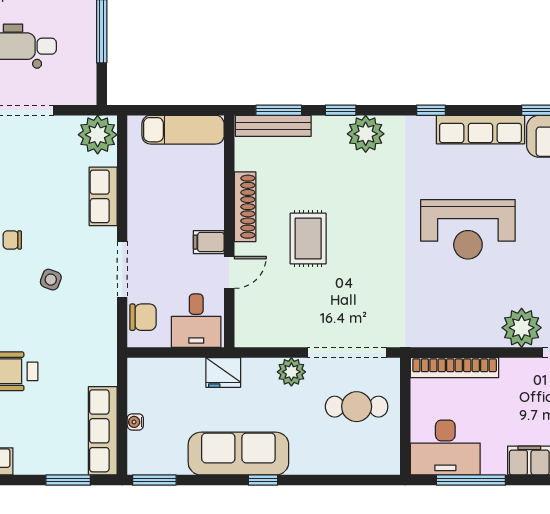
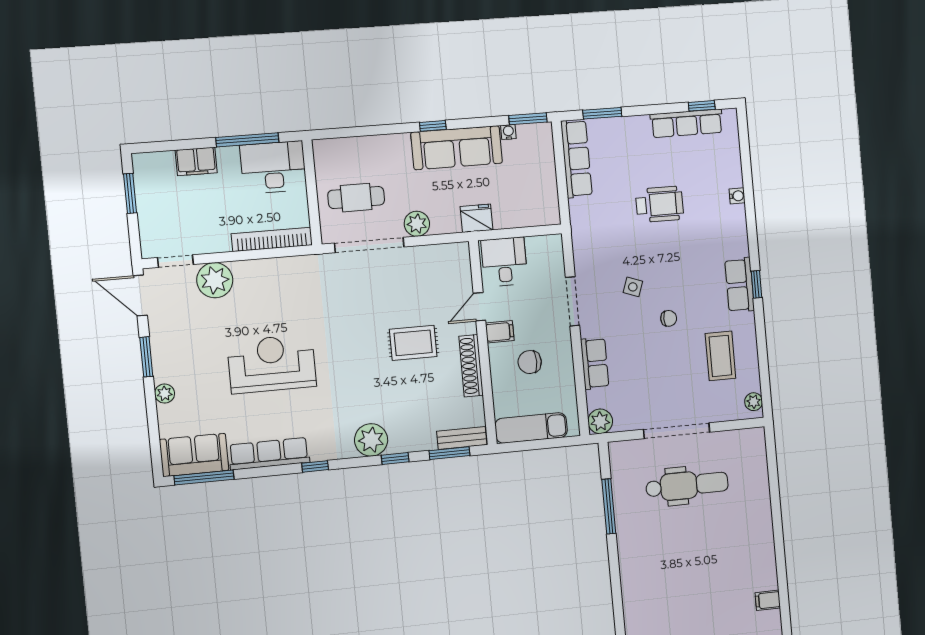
bench: (273, 126) -> (462, 438), width x0.73
plant: (98, 135) -> (600, 421), width x0.73, depth x0.73
rug: (308, 238) -> (413, 343), turned 90
chair: (143, 317) -> (530, 362), moved
water cooler: (135, 422) -> (508, 132), moved, turned -90

